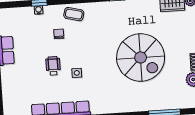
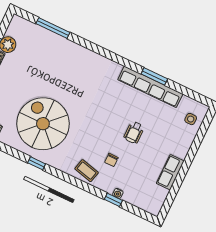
spiral stairs: (141, 57) -> (43, 124), moved
side table: (77, 73) -> (191, 119), moved

